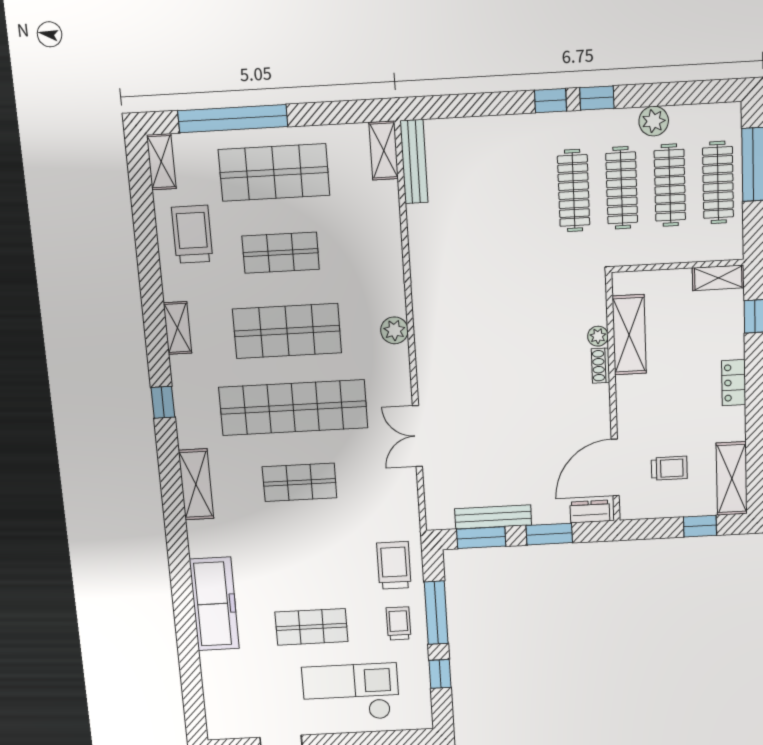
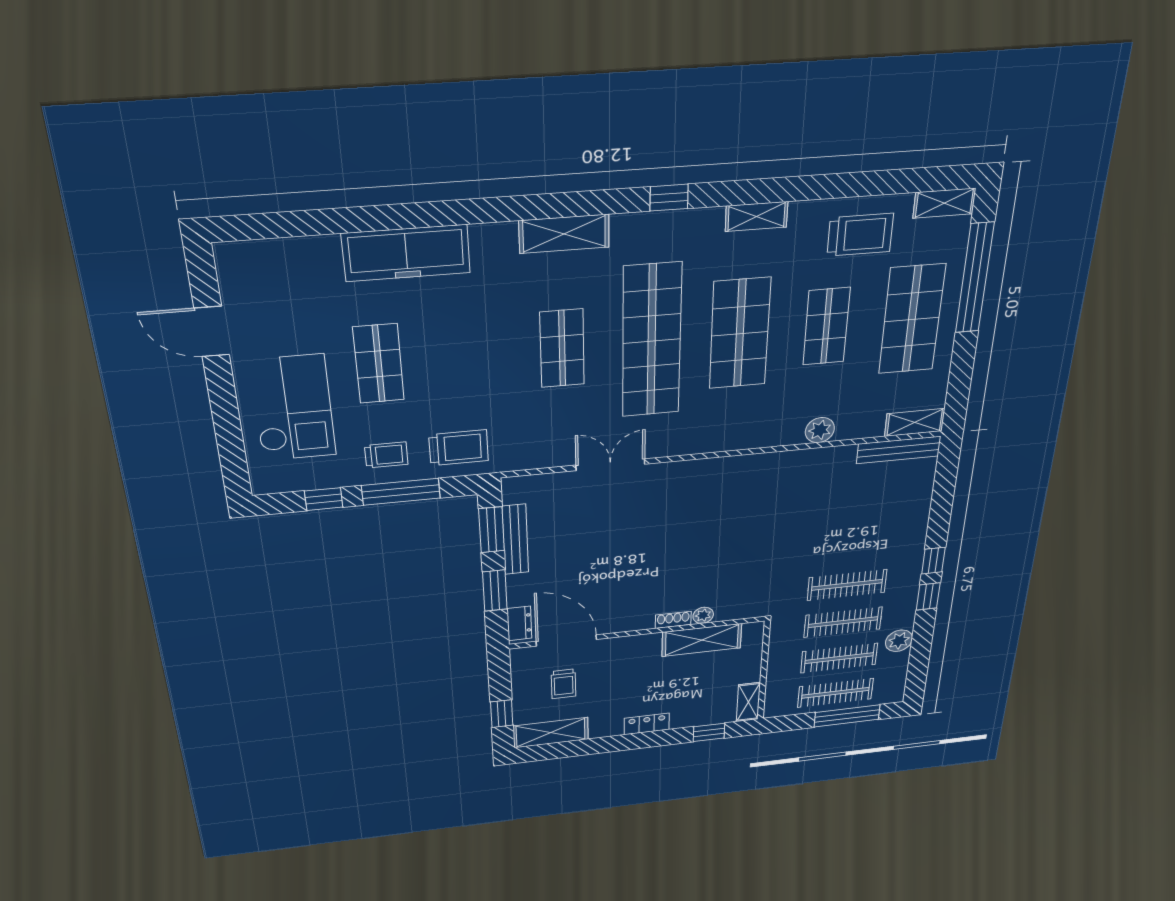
plant: (394, 330) -> (820, 430), moved

